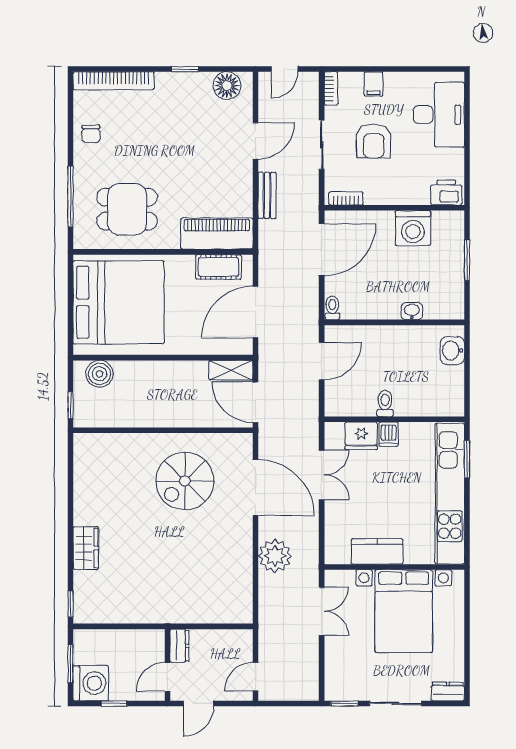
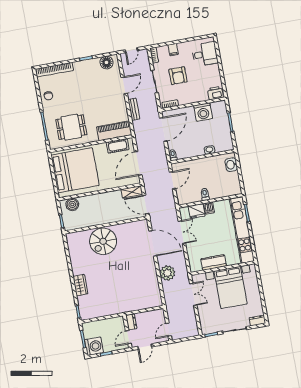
desk: (439, 115) -> (205, 54), width x0.73
spiral stairs: (185, 481) -> (103, 241), moved

